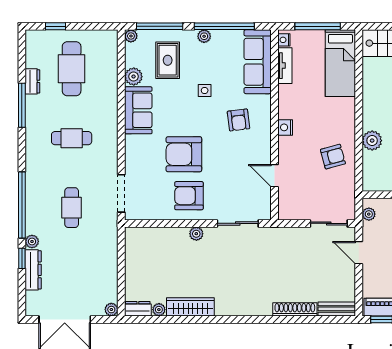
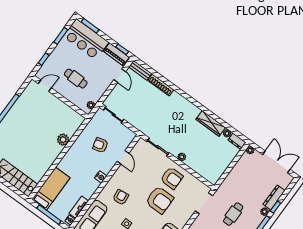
armchair: (333, 157) -> (100, 145), moved
door: (359, 253) -> (120, 76), moved

